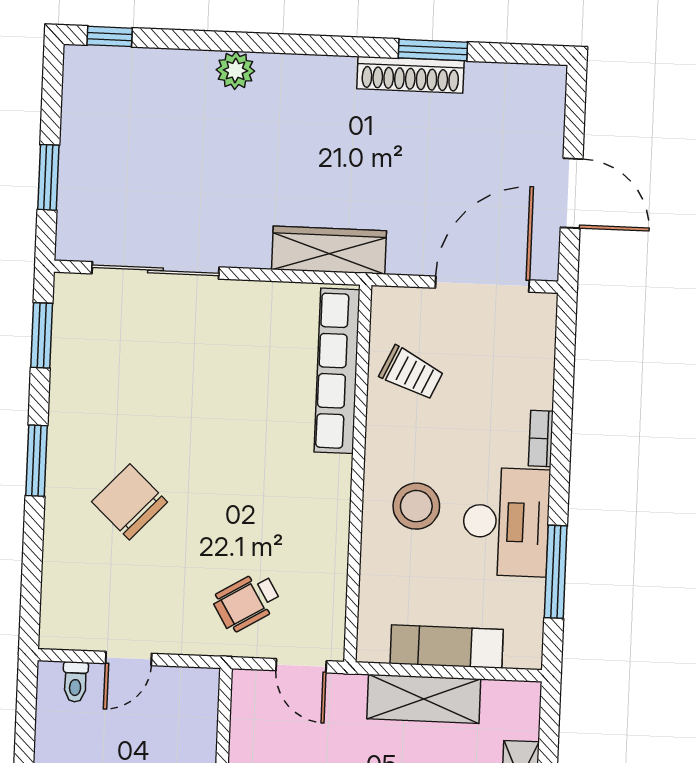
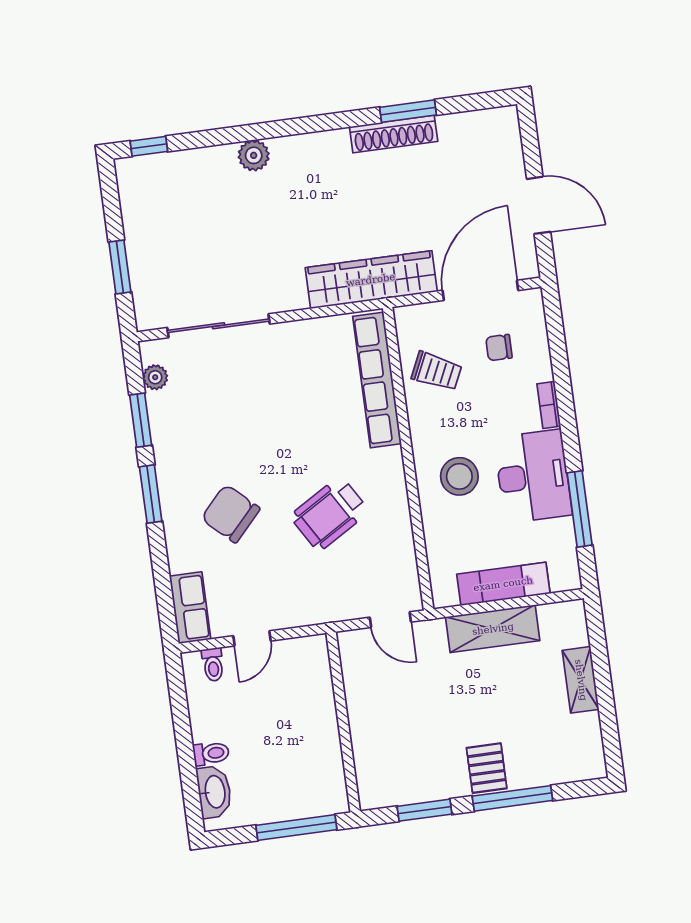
wardrobe: (329, 250) -> (371, 280), width x1.40, depth x1.17
plant: (67, 319) -> (155, 377), added
window: (42, 335) -> (141, 420), moved
chair: (493, 358) -> (499, 348), added
wheelchair: (247, 602) -> (330, 514), moved, width x1.36, depth x1.37
row of seats: (60, 608) -> (190, 608), added

